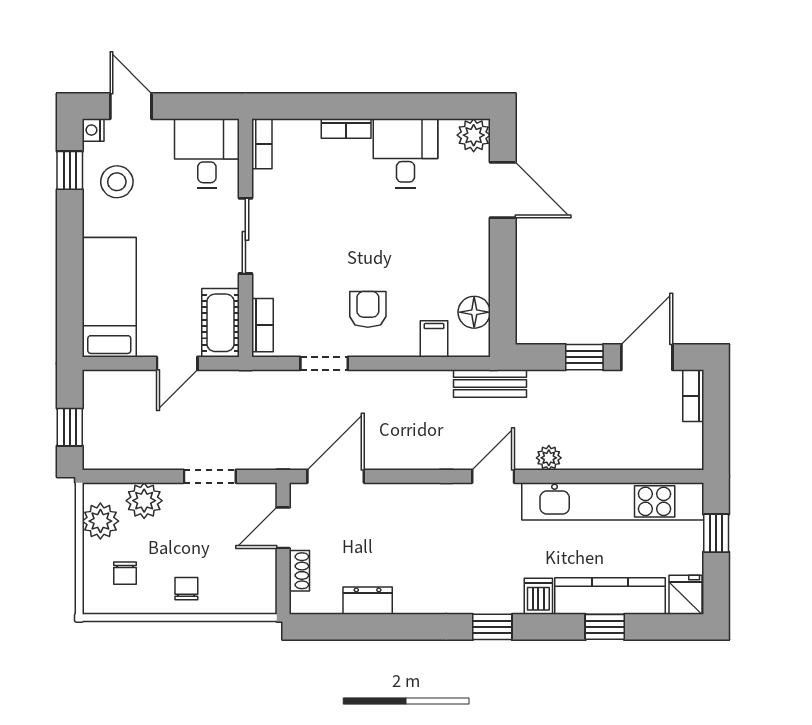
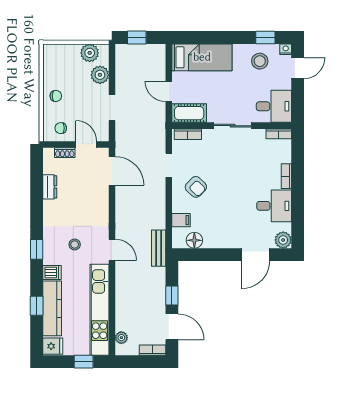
armchair: (368, 309) -> (196, 187), turned 44
plant: (549, 458) -> (121, 338), moved
stool: (483, 551) -> (75, 244), added
chair: (125, 573) -> (61, 128), moved

